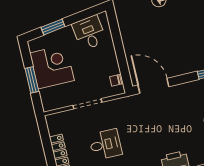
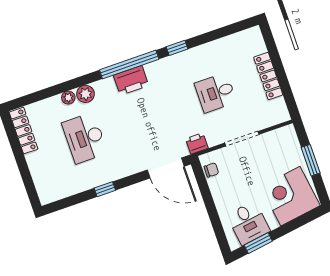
window: (53, 27) -> (258, 243), moved
corner desk: (52, 67) -> (290, 196), moved, turned 82
printer: (125, 104) -> (197, 143), added

